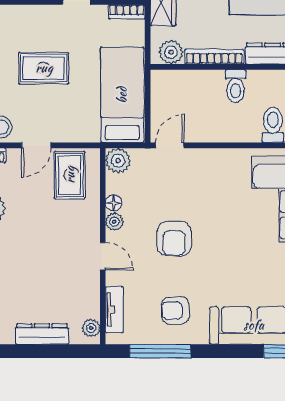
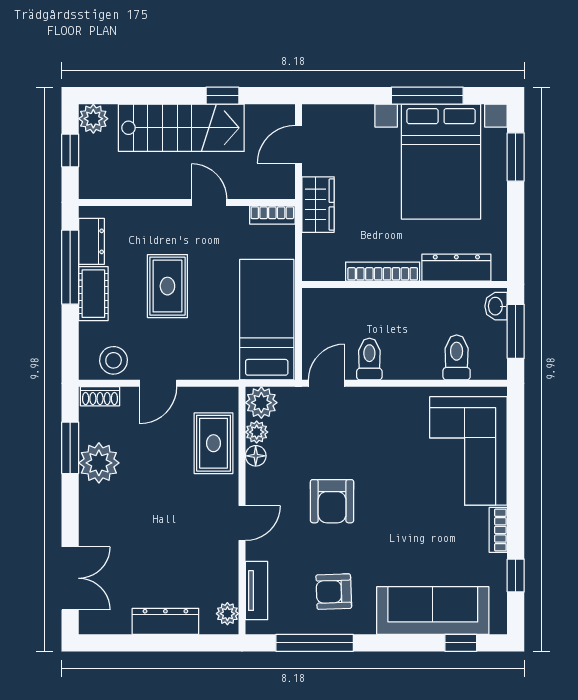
plant: (171, 52) -> (328, 266), removed
rug: (44, 68) -> (167, 286), turned 90
toilet: (236, 86) -> (369, 359), moved, turned 180
rug: (70, 175) -> (214, 443), moved
plant: (114, 222) -> (257, 432), moved
door: (103, 256) -> (242, 523), hinge flipped

